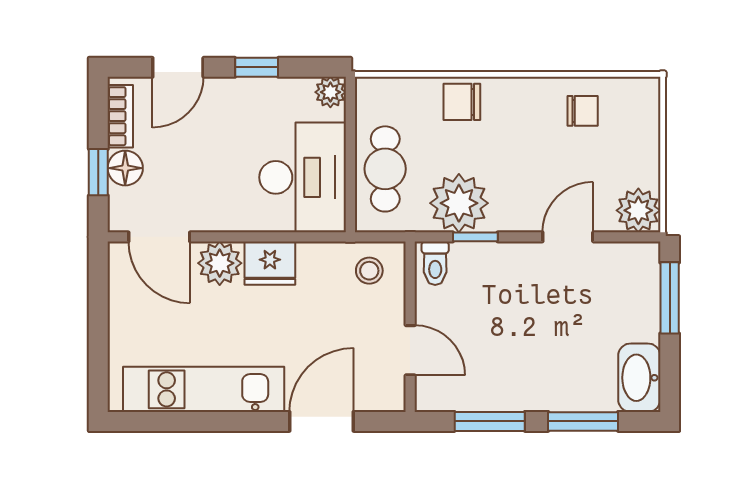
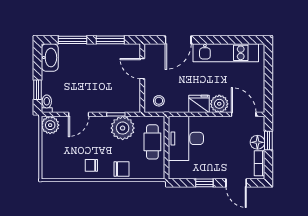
door: (178, 67) -> (236, 183), swing flipped
plant: (330, 92) -> (175, 173), removed
chair: (583, 111) -> (91, 165), moved
toilet: (435, 263) -> (47, 104), moved
window: (670, 298) -> (37, 90), width x0.67

